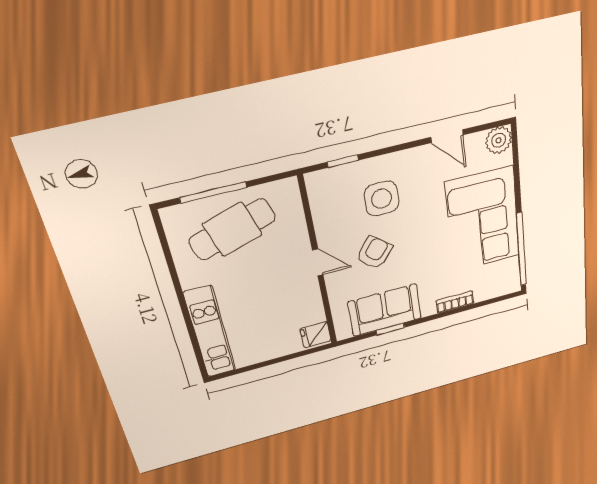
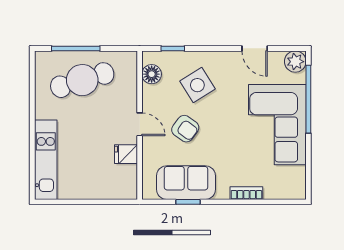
side table: (382, 199) -> (197, 85), turned -32
floor lamp: (321, 200) -> (152, 74), added
window: (521, 250) -> (308, 99), moved
armchair: (374, 253) -> (185, 129), turned 87
fridge: (316, 335) -> (126, 154), moved

